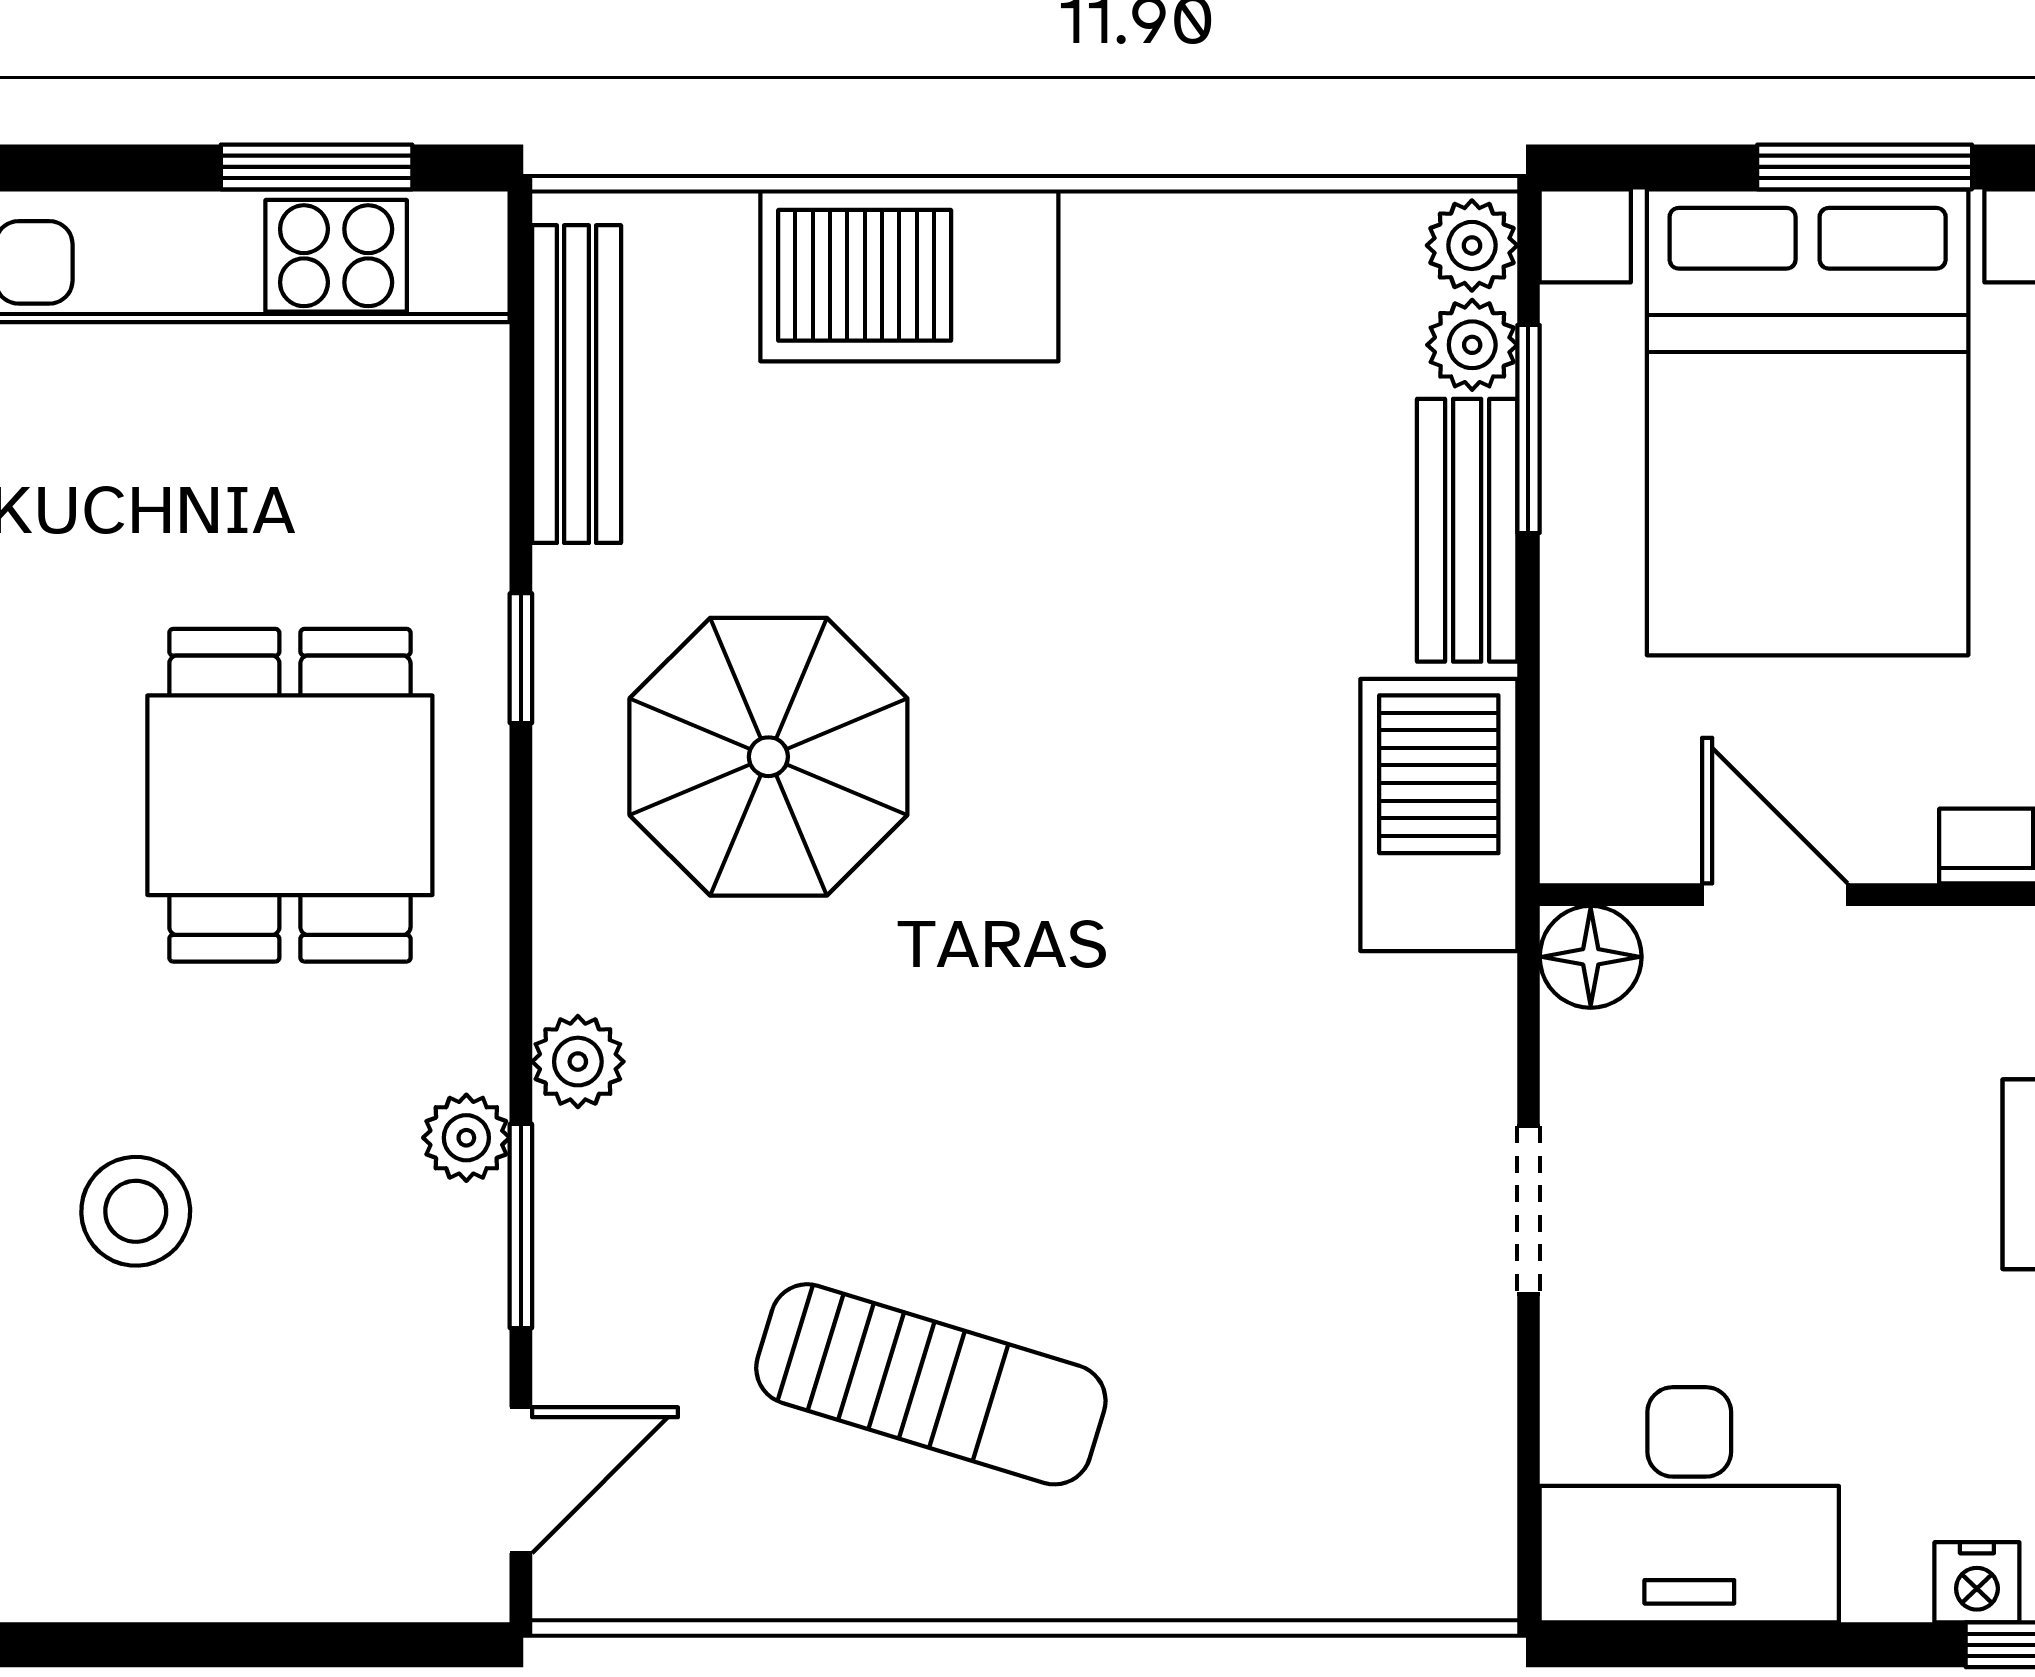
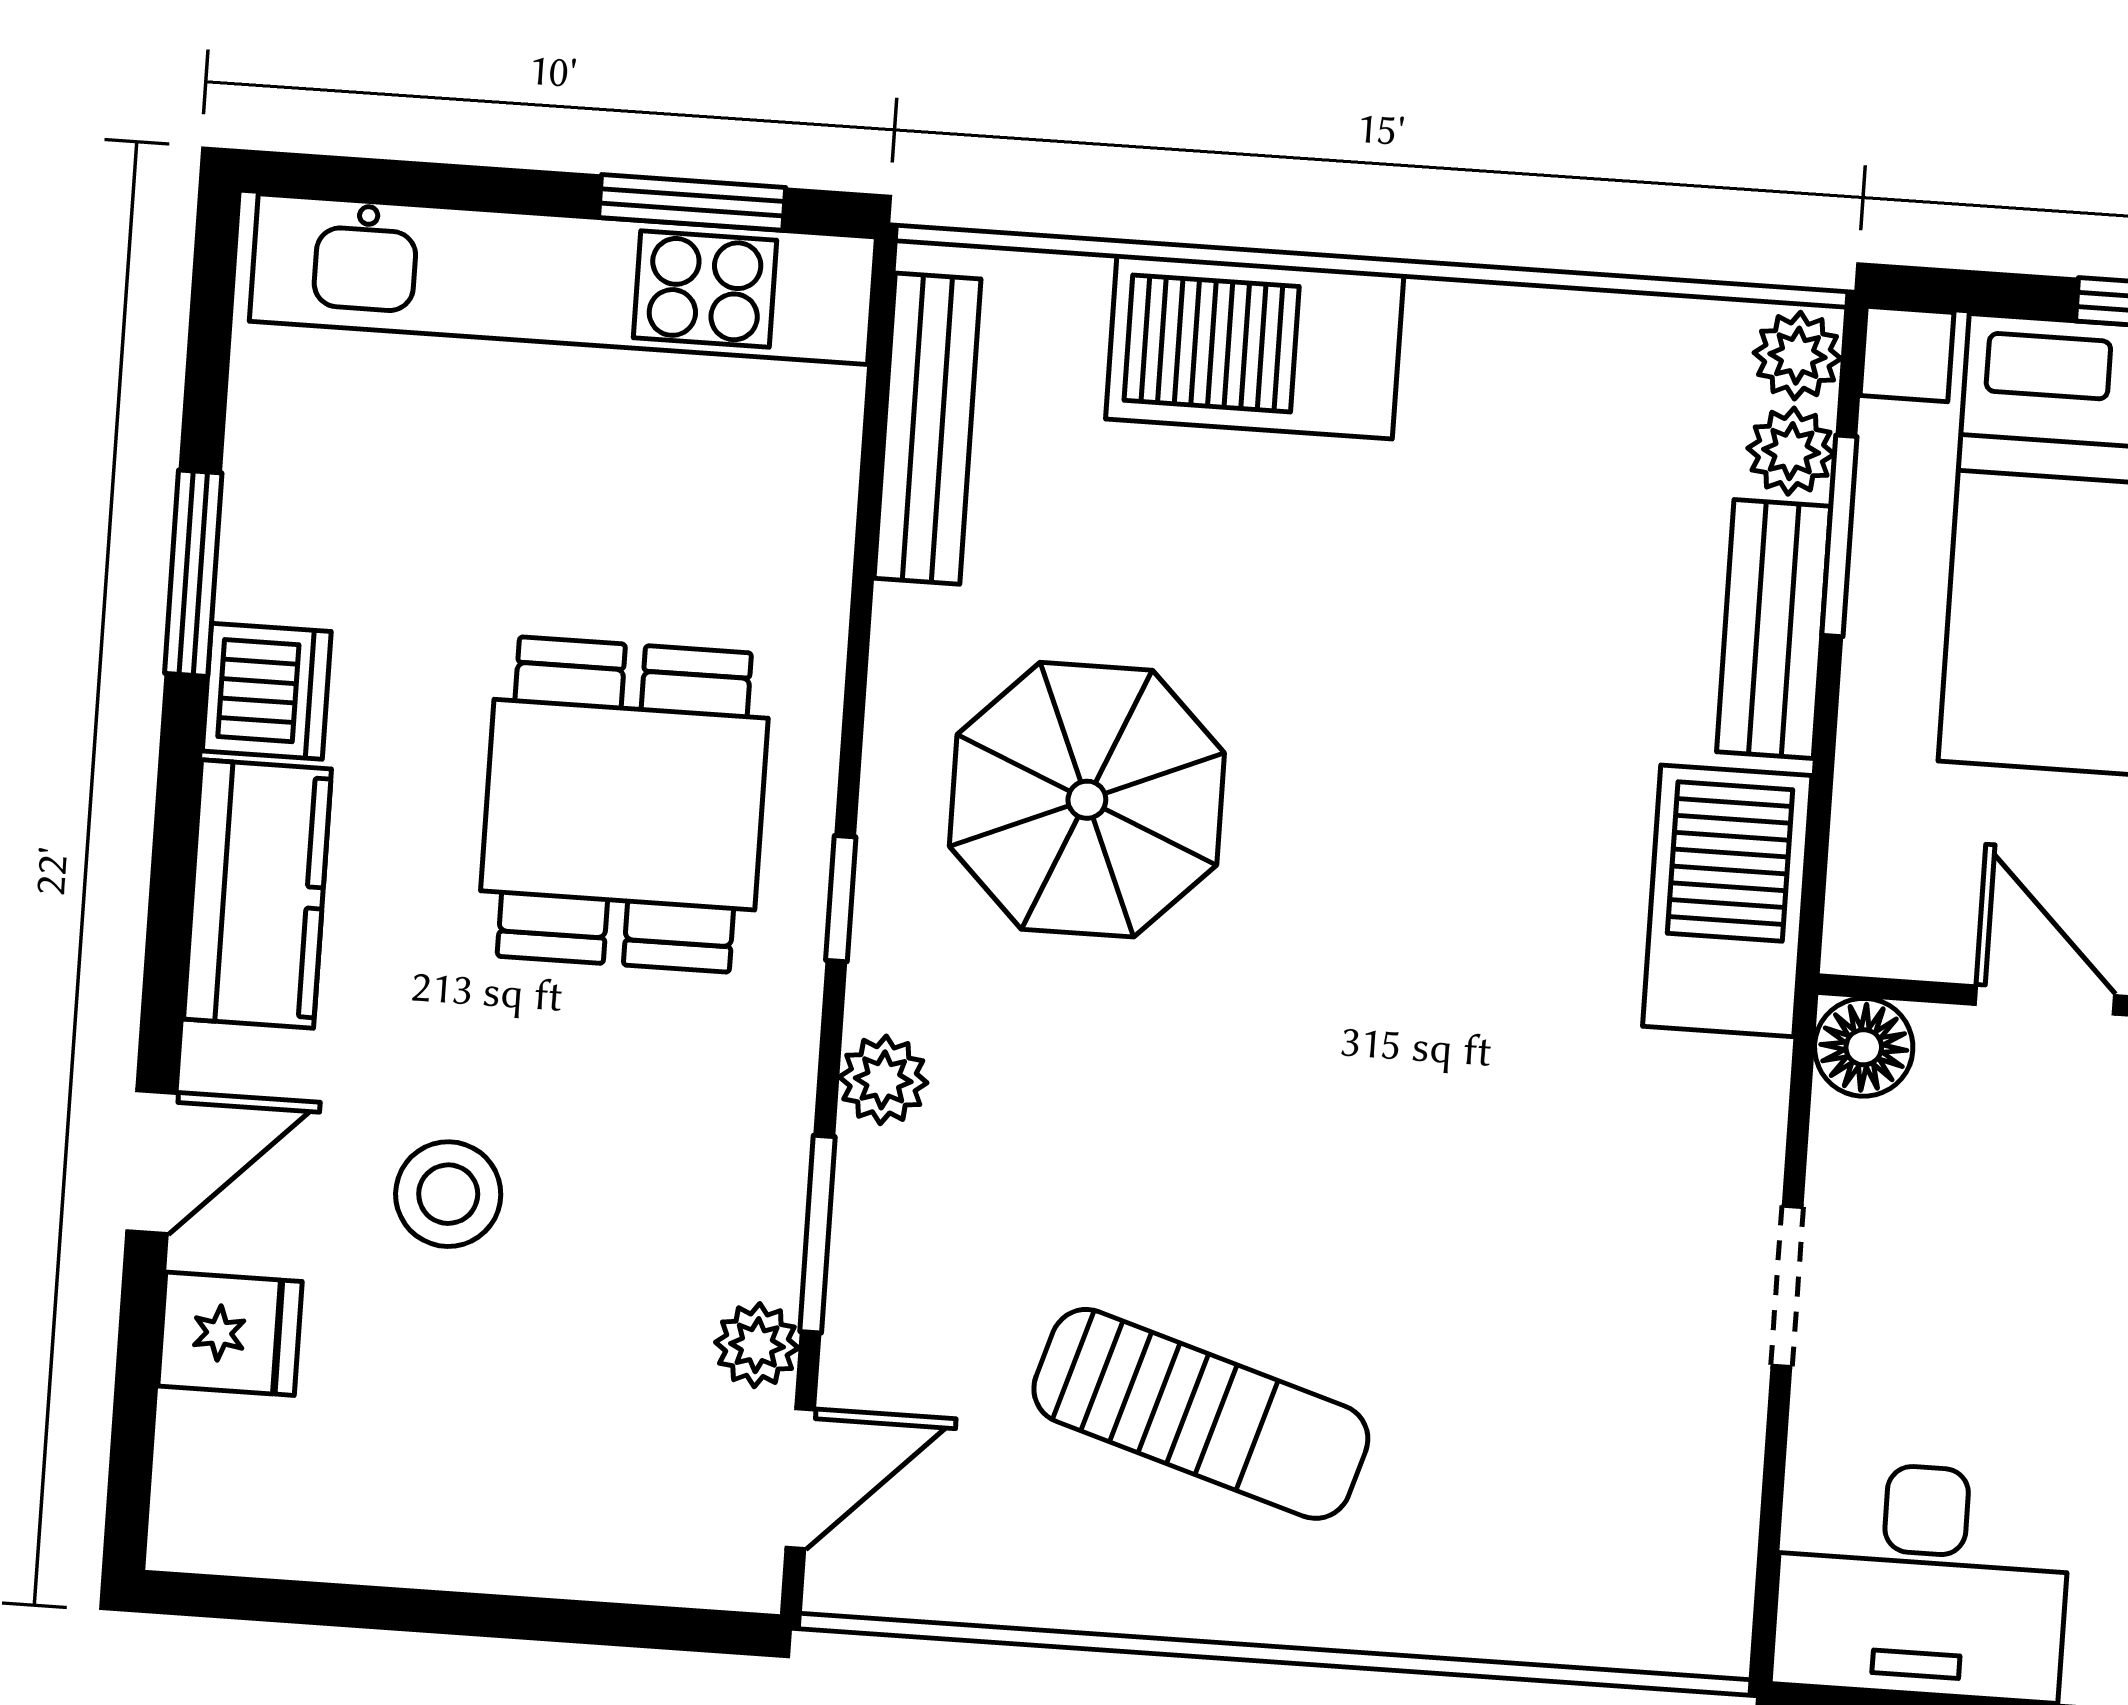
window: (521, 658) -> (841, 899), moved
plant: (466, 1138) -> (757, 1345), moved

